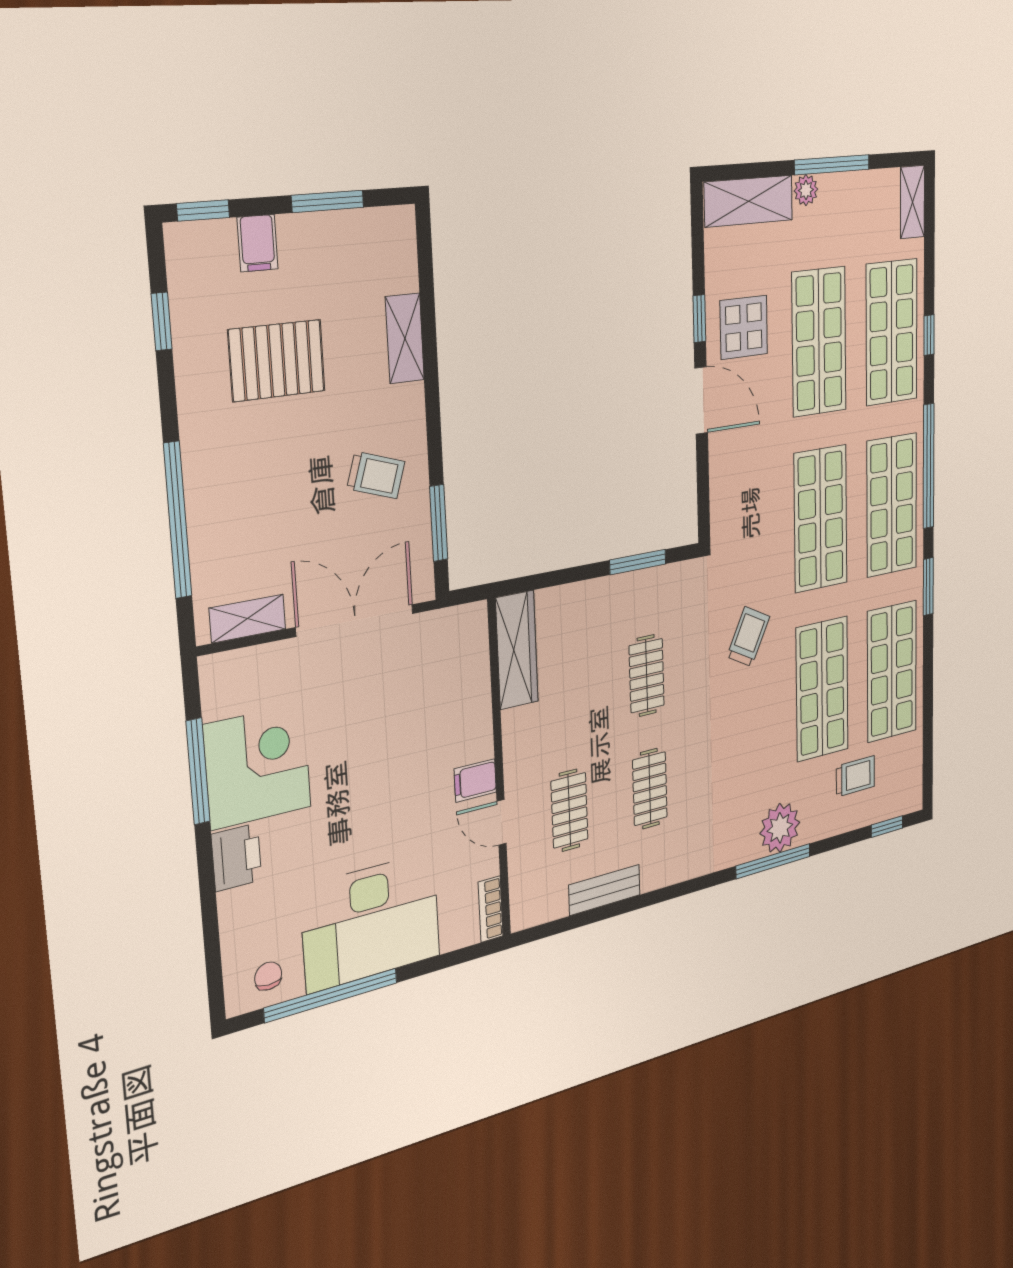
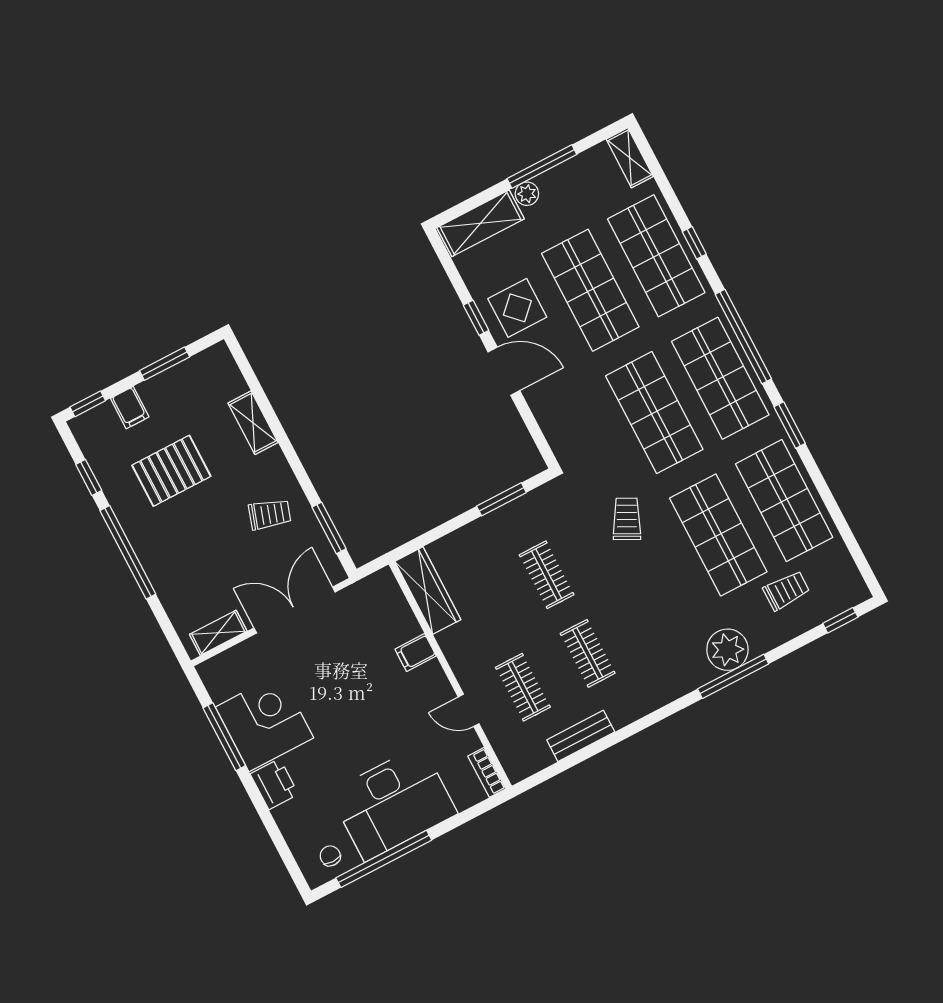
window: (178, 520) -> (128, 552), moved
filing cabinet: (475, 780) -> (416, 653), moved

